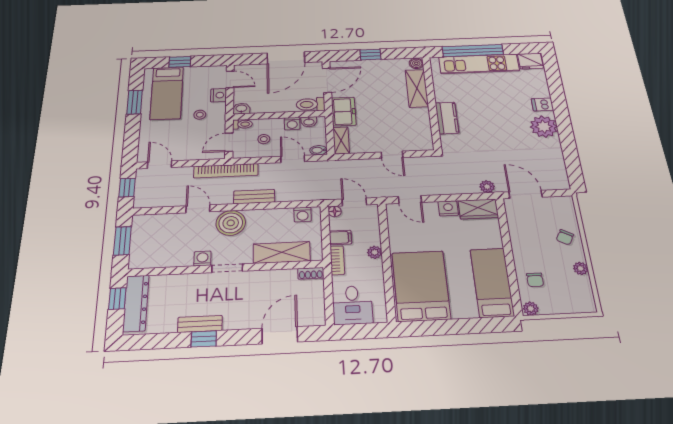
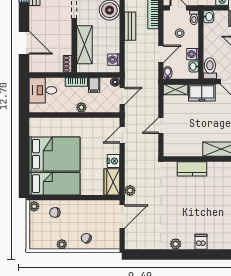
plant: (544, 127) -> (176, 244), width x0.53, depth x0.53
bed: (421, 286) -> (55, 154), moved

